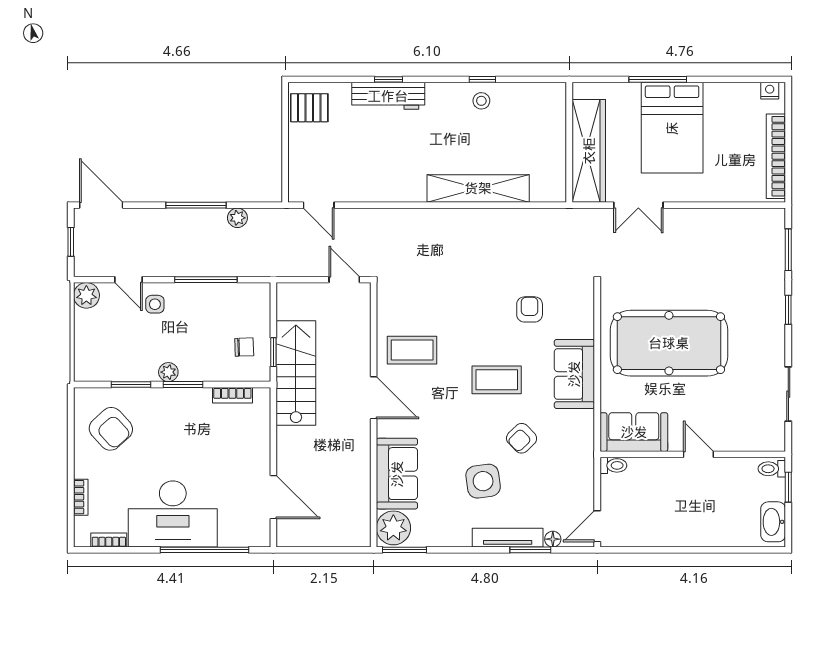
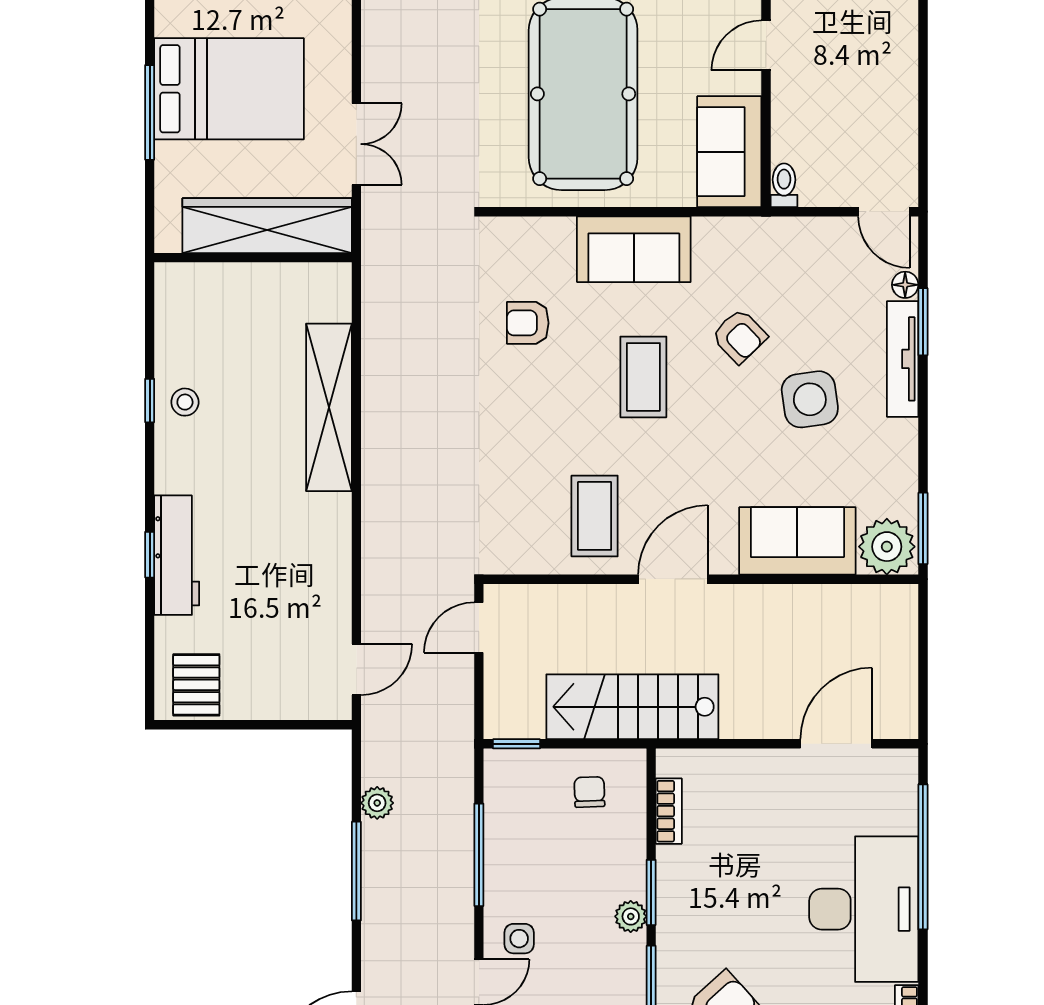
window: (273, 352) -> (516, 744), moved

